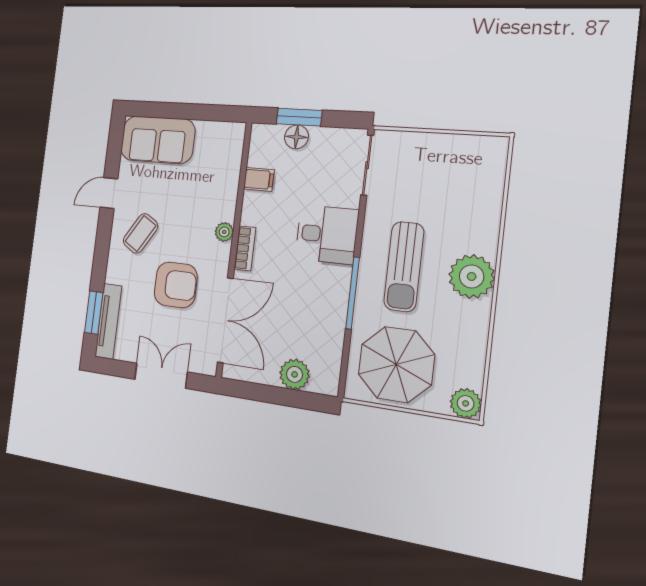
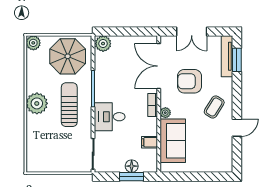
sofa: (158, 140) -> (173, 141), moved, turned 90
plant: (295, 374) -> (103, 44), moved

